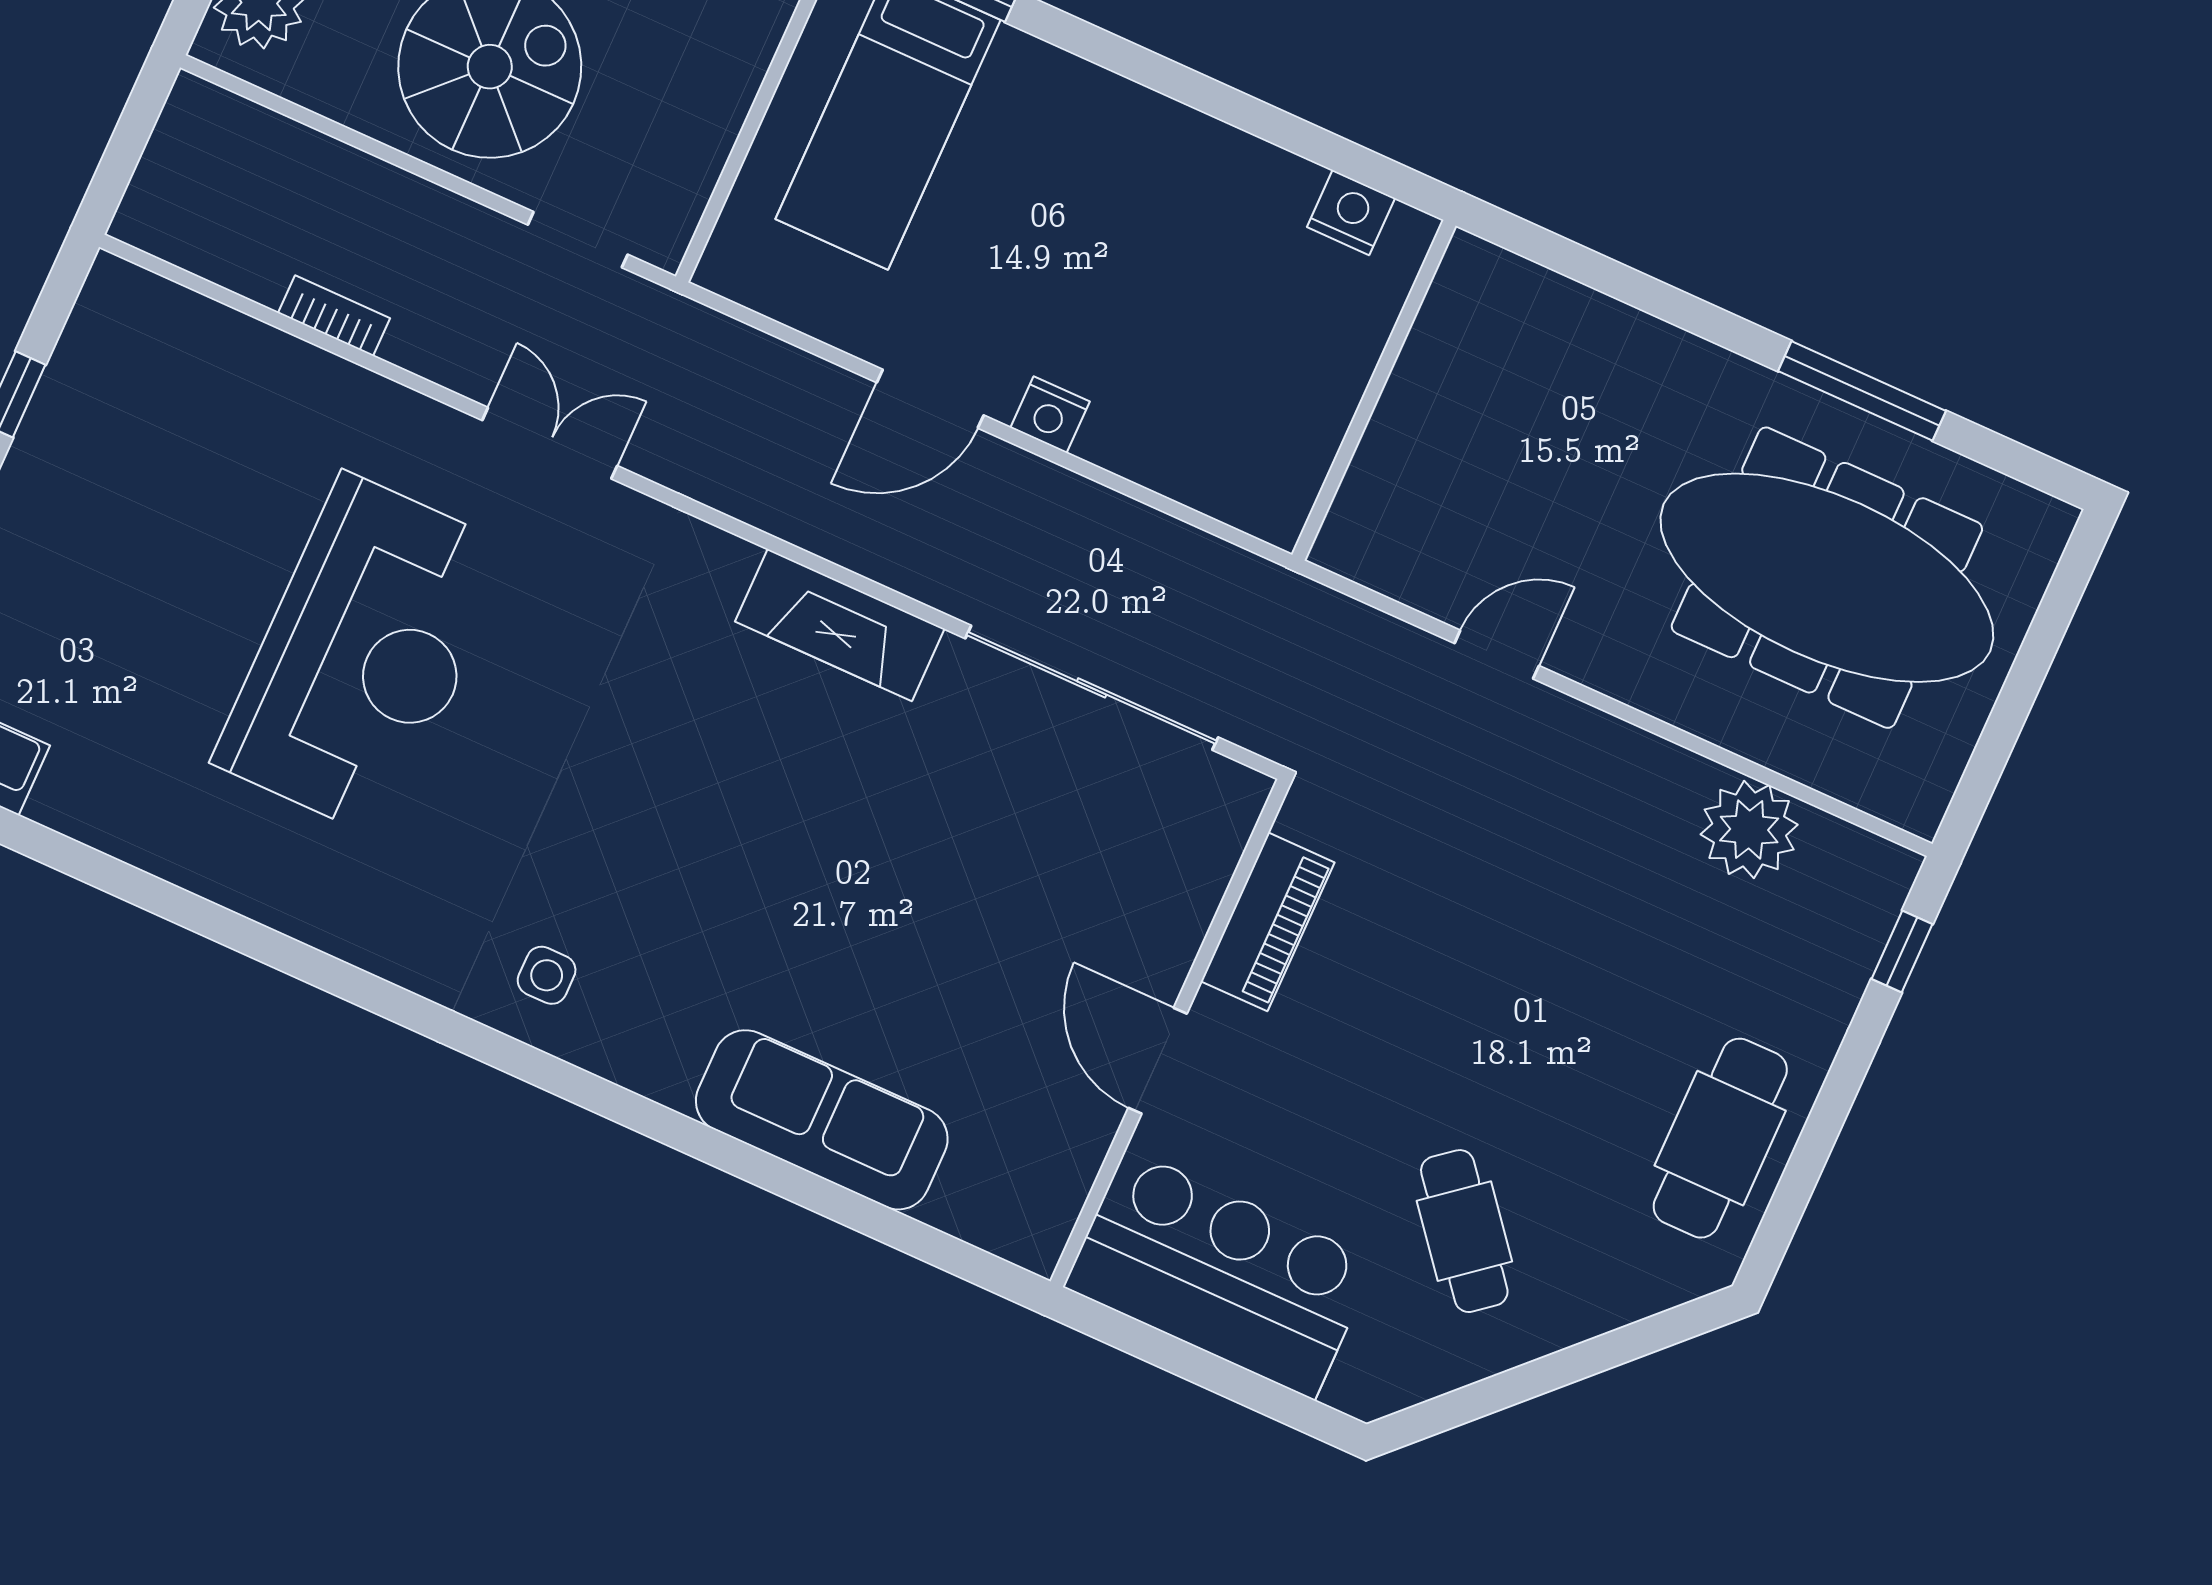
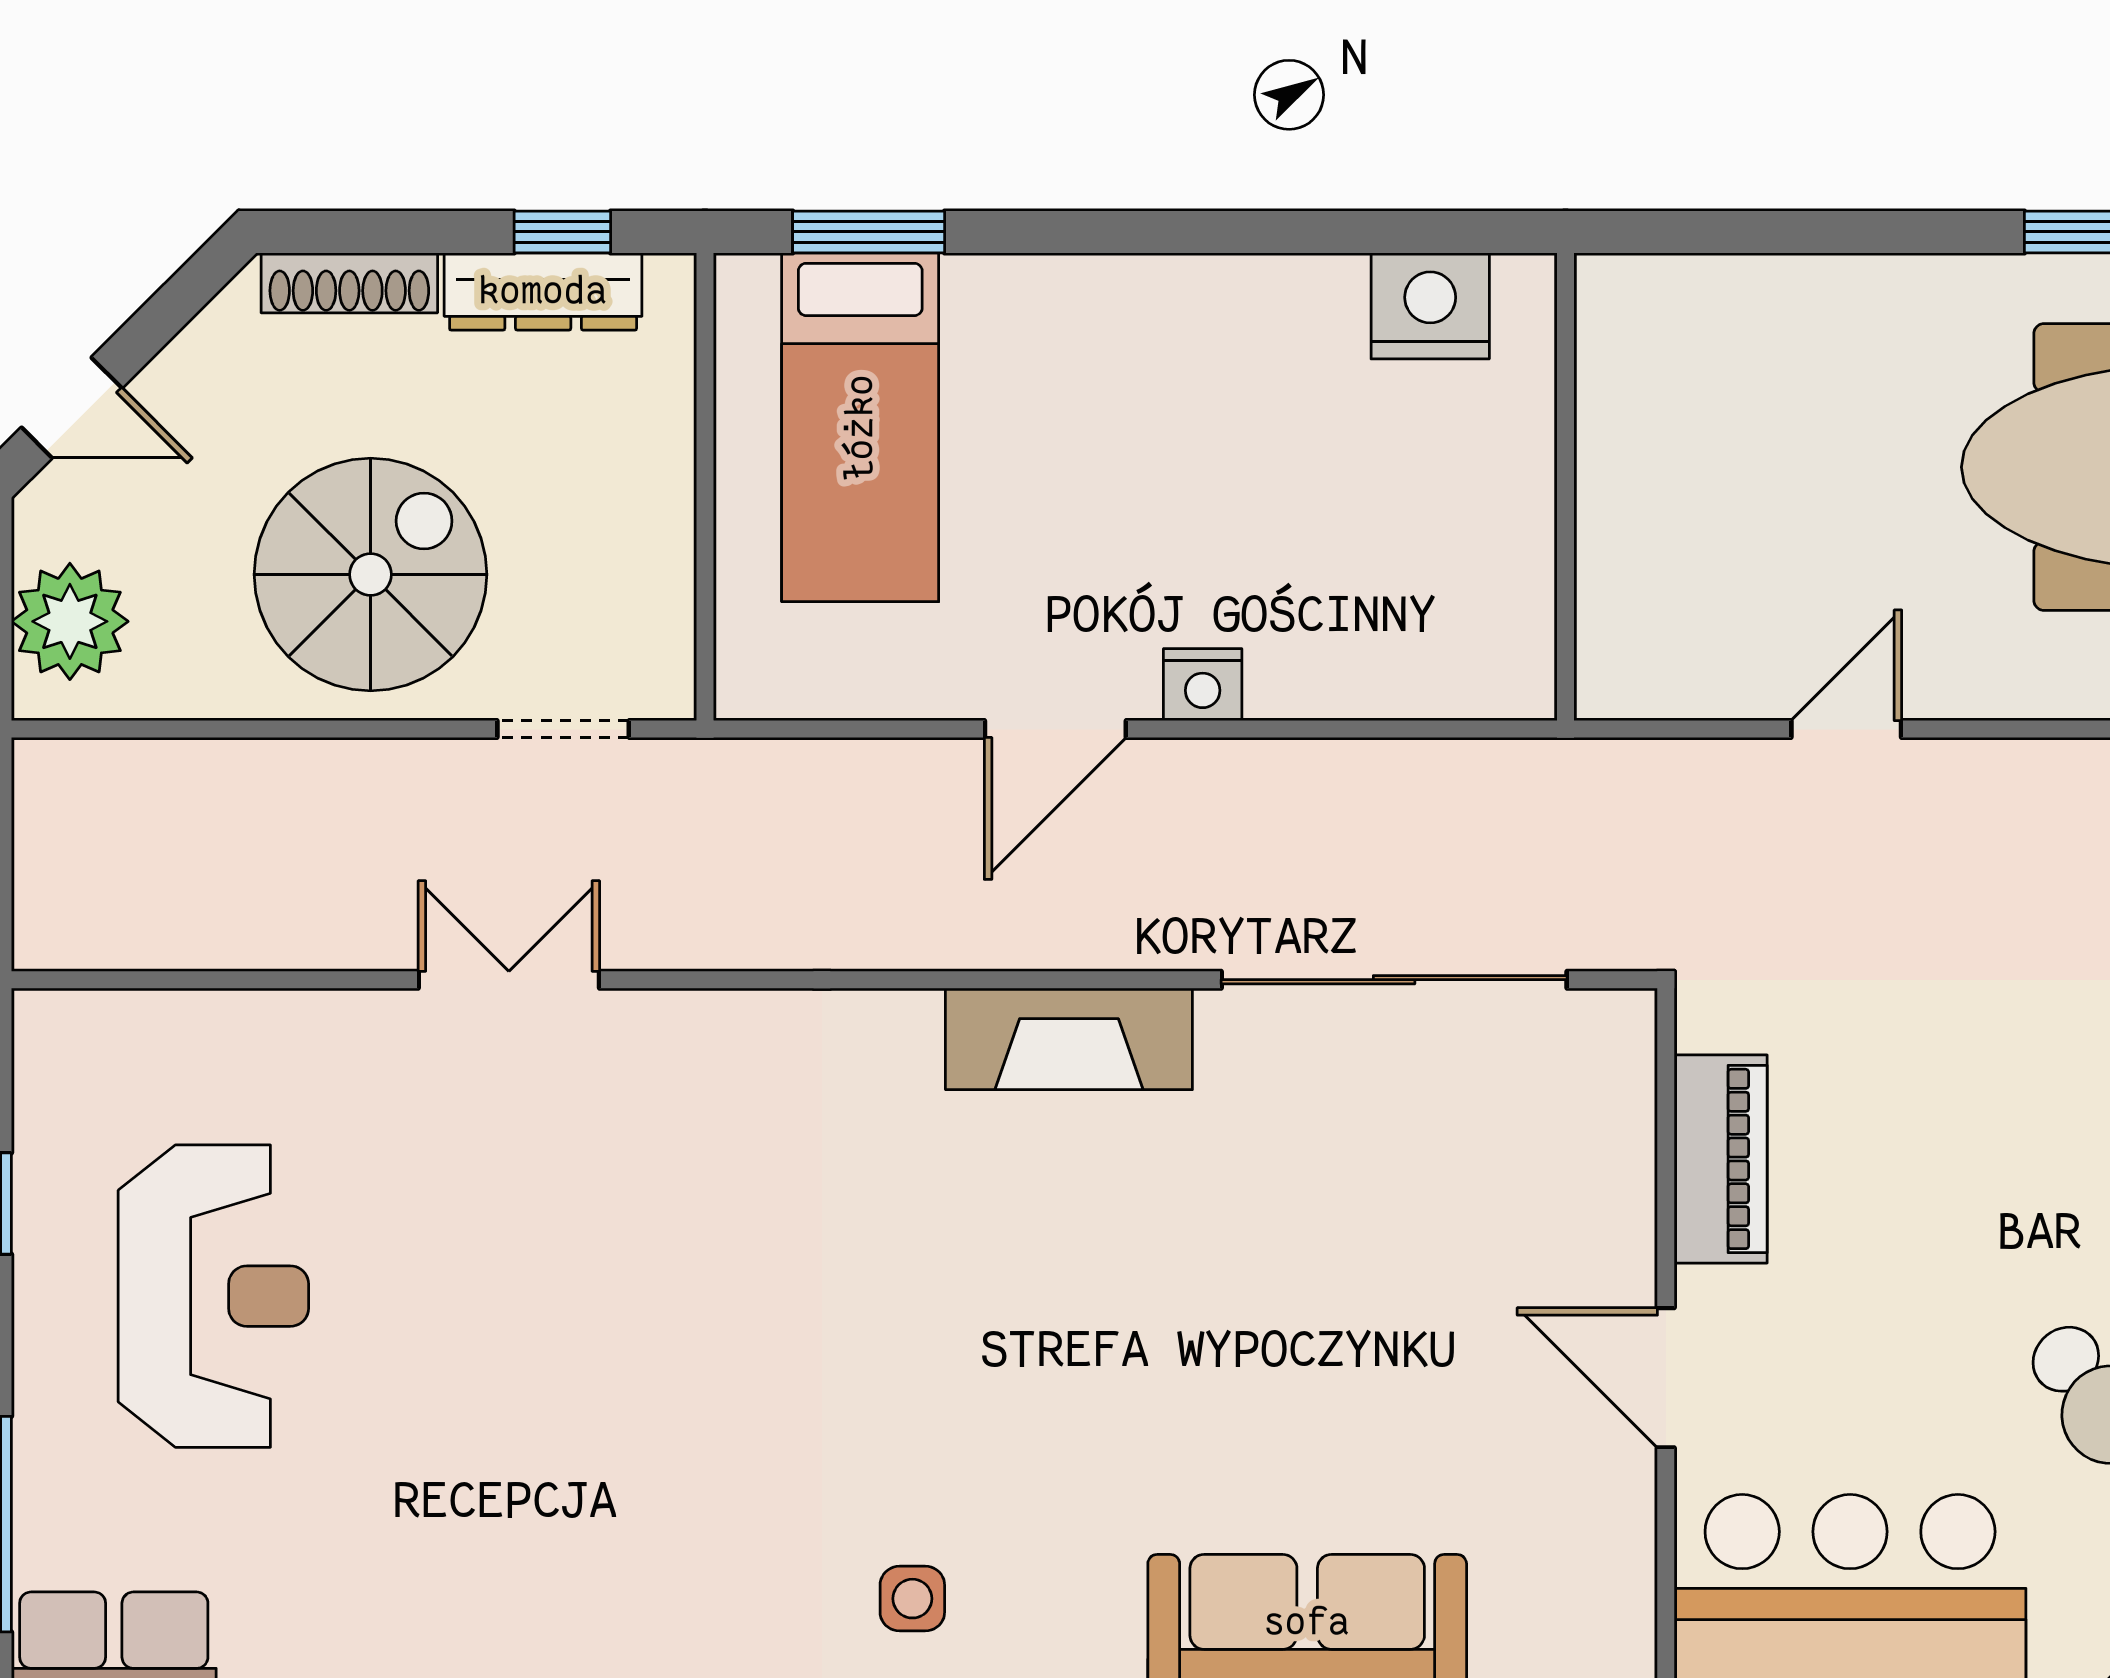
nightstand: (1351, 213) -> (1430, 306), width x1.36, depth x1.33
bookcase: (334, 316) -> (320, 945), removed
double door: (550, 443) -> (509, 980), moved
reception desk: (364, 655) -> (213, 1296), moved, width x0.74, depth x0.77

